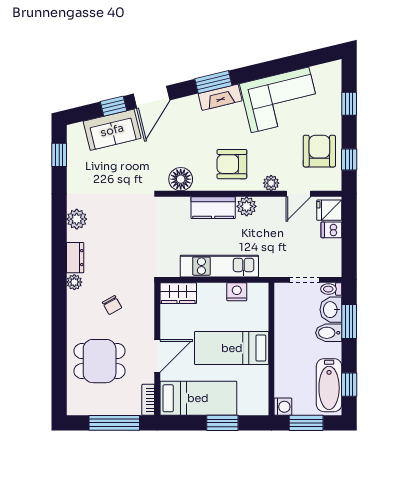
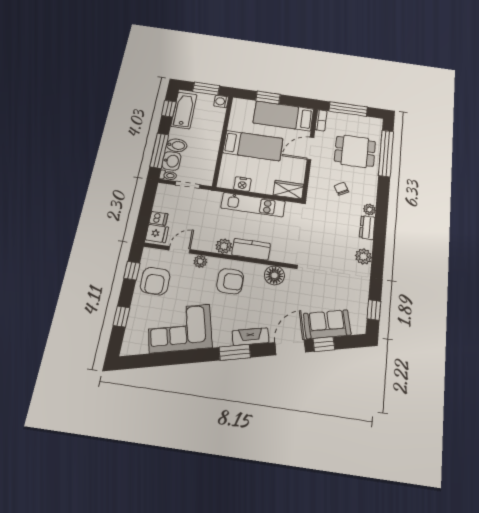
fireplace: (220, 97) -> (251, 337), moved
window: (349, 322) -> (159, 151), width x1.44
window: (59, 365) -> (386, 153), added

